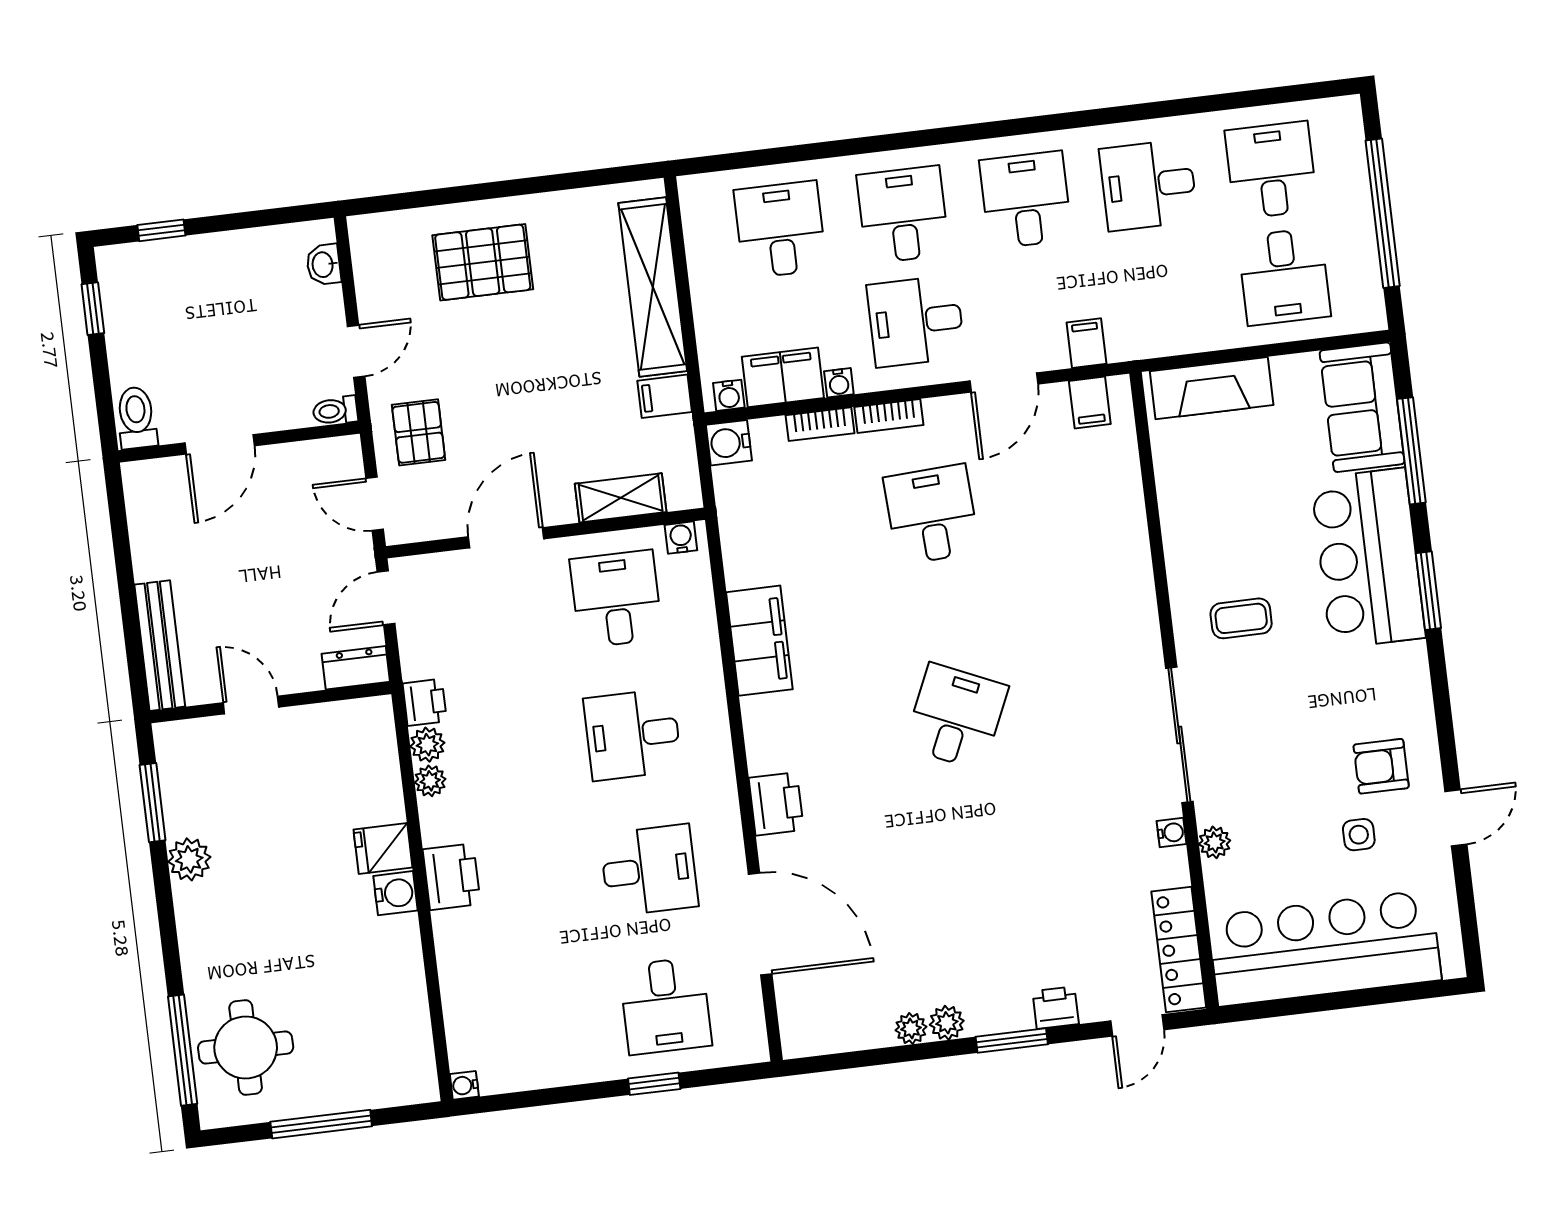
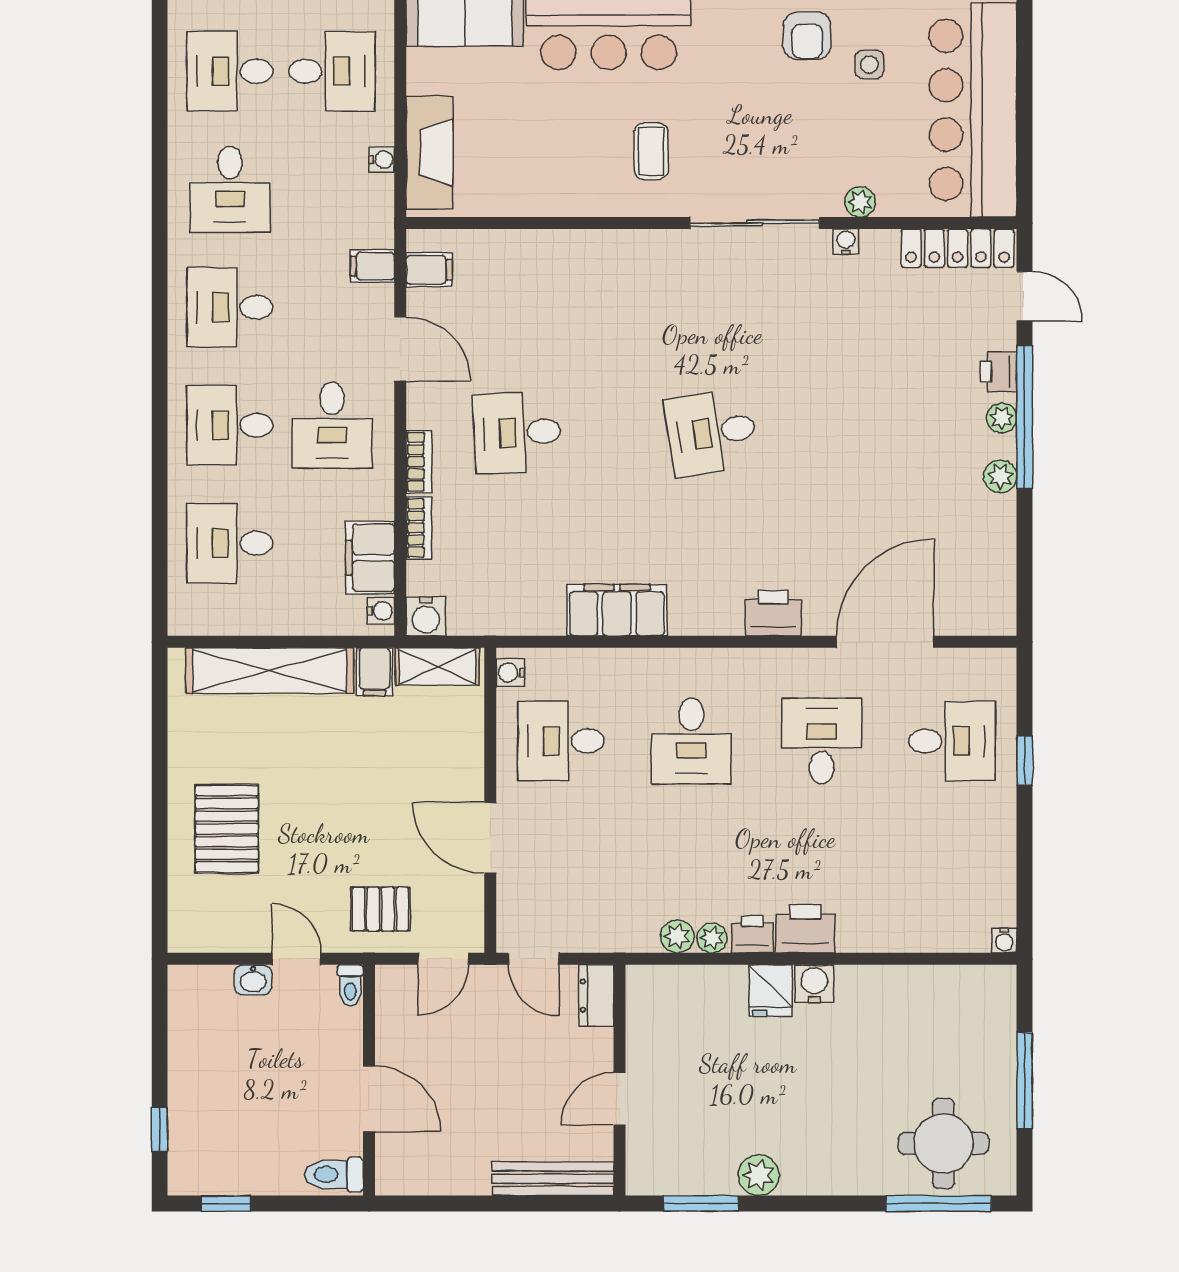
washbasin: (324, 265) -> (253, 980), moved
water cooler: (839, 383) -> (382, 160), moved
shelving: (621, 498) -> (437, 666), moved, turned 90
printer: (425, 702) -> (752, 934), moved
desk: (956, 717) -> (711, 432), turned -33
plant: (911, 1029) -> (1002, 418), moved
window: (1012, 1040) -> (1025, 417), width x2.11

